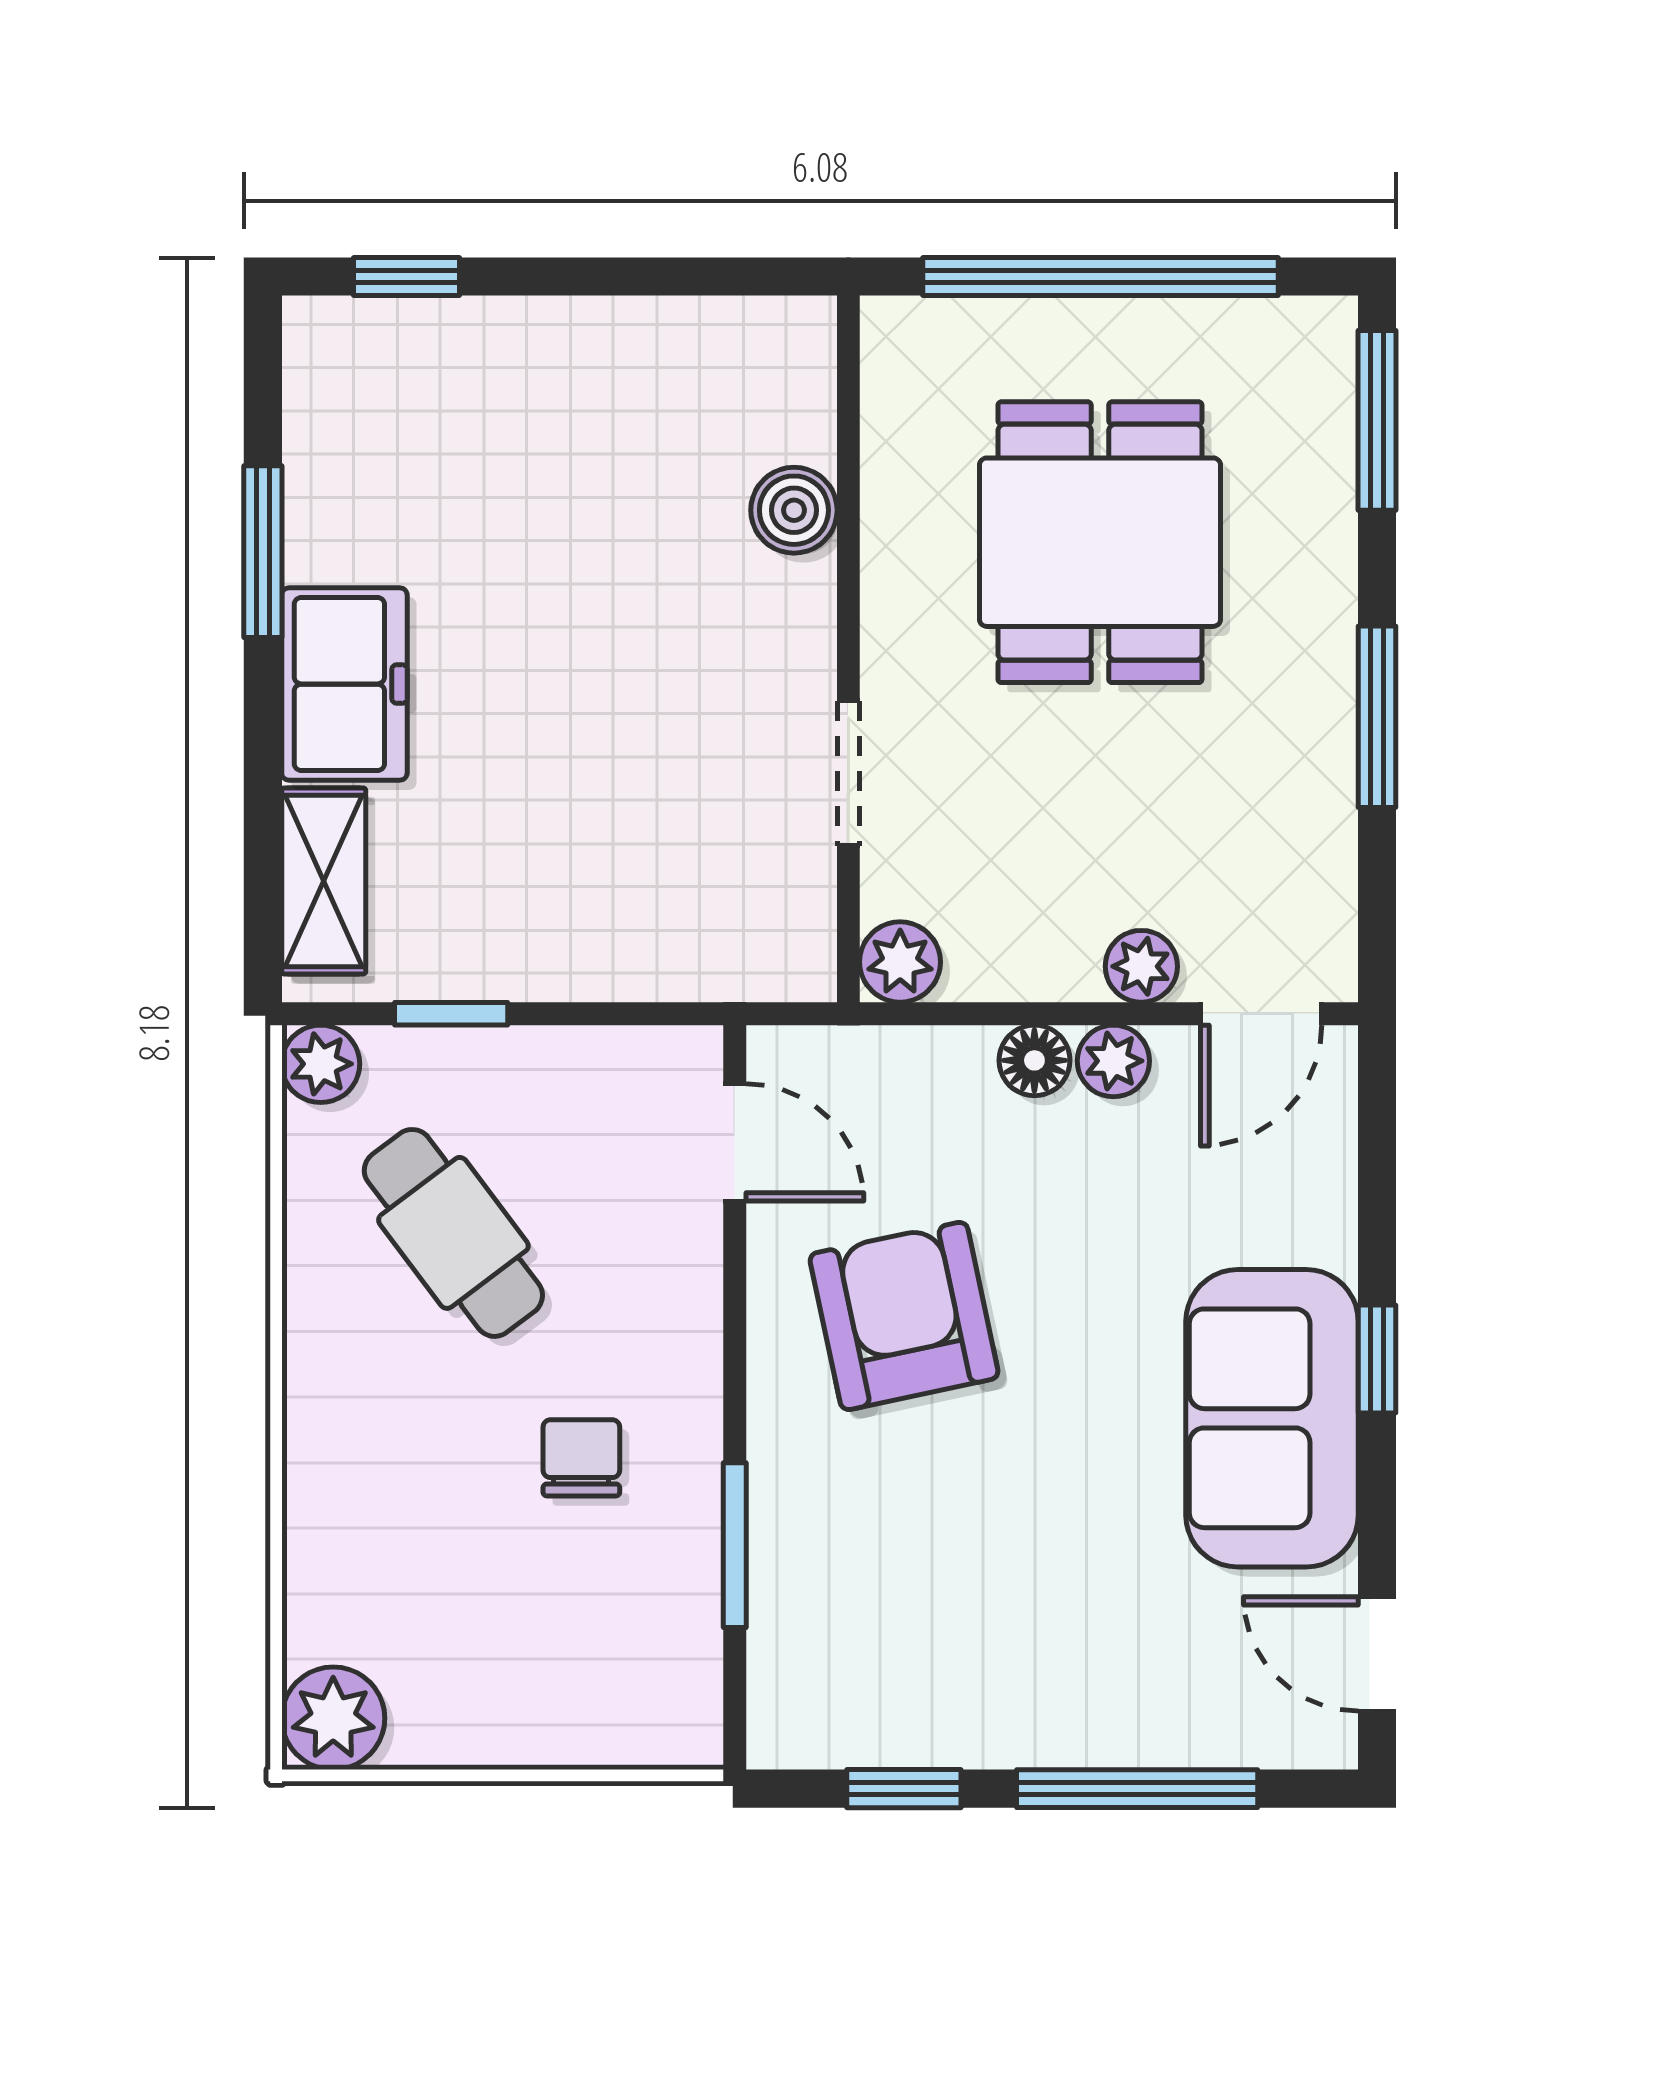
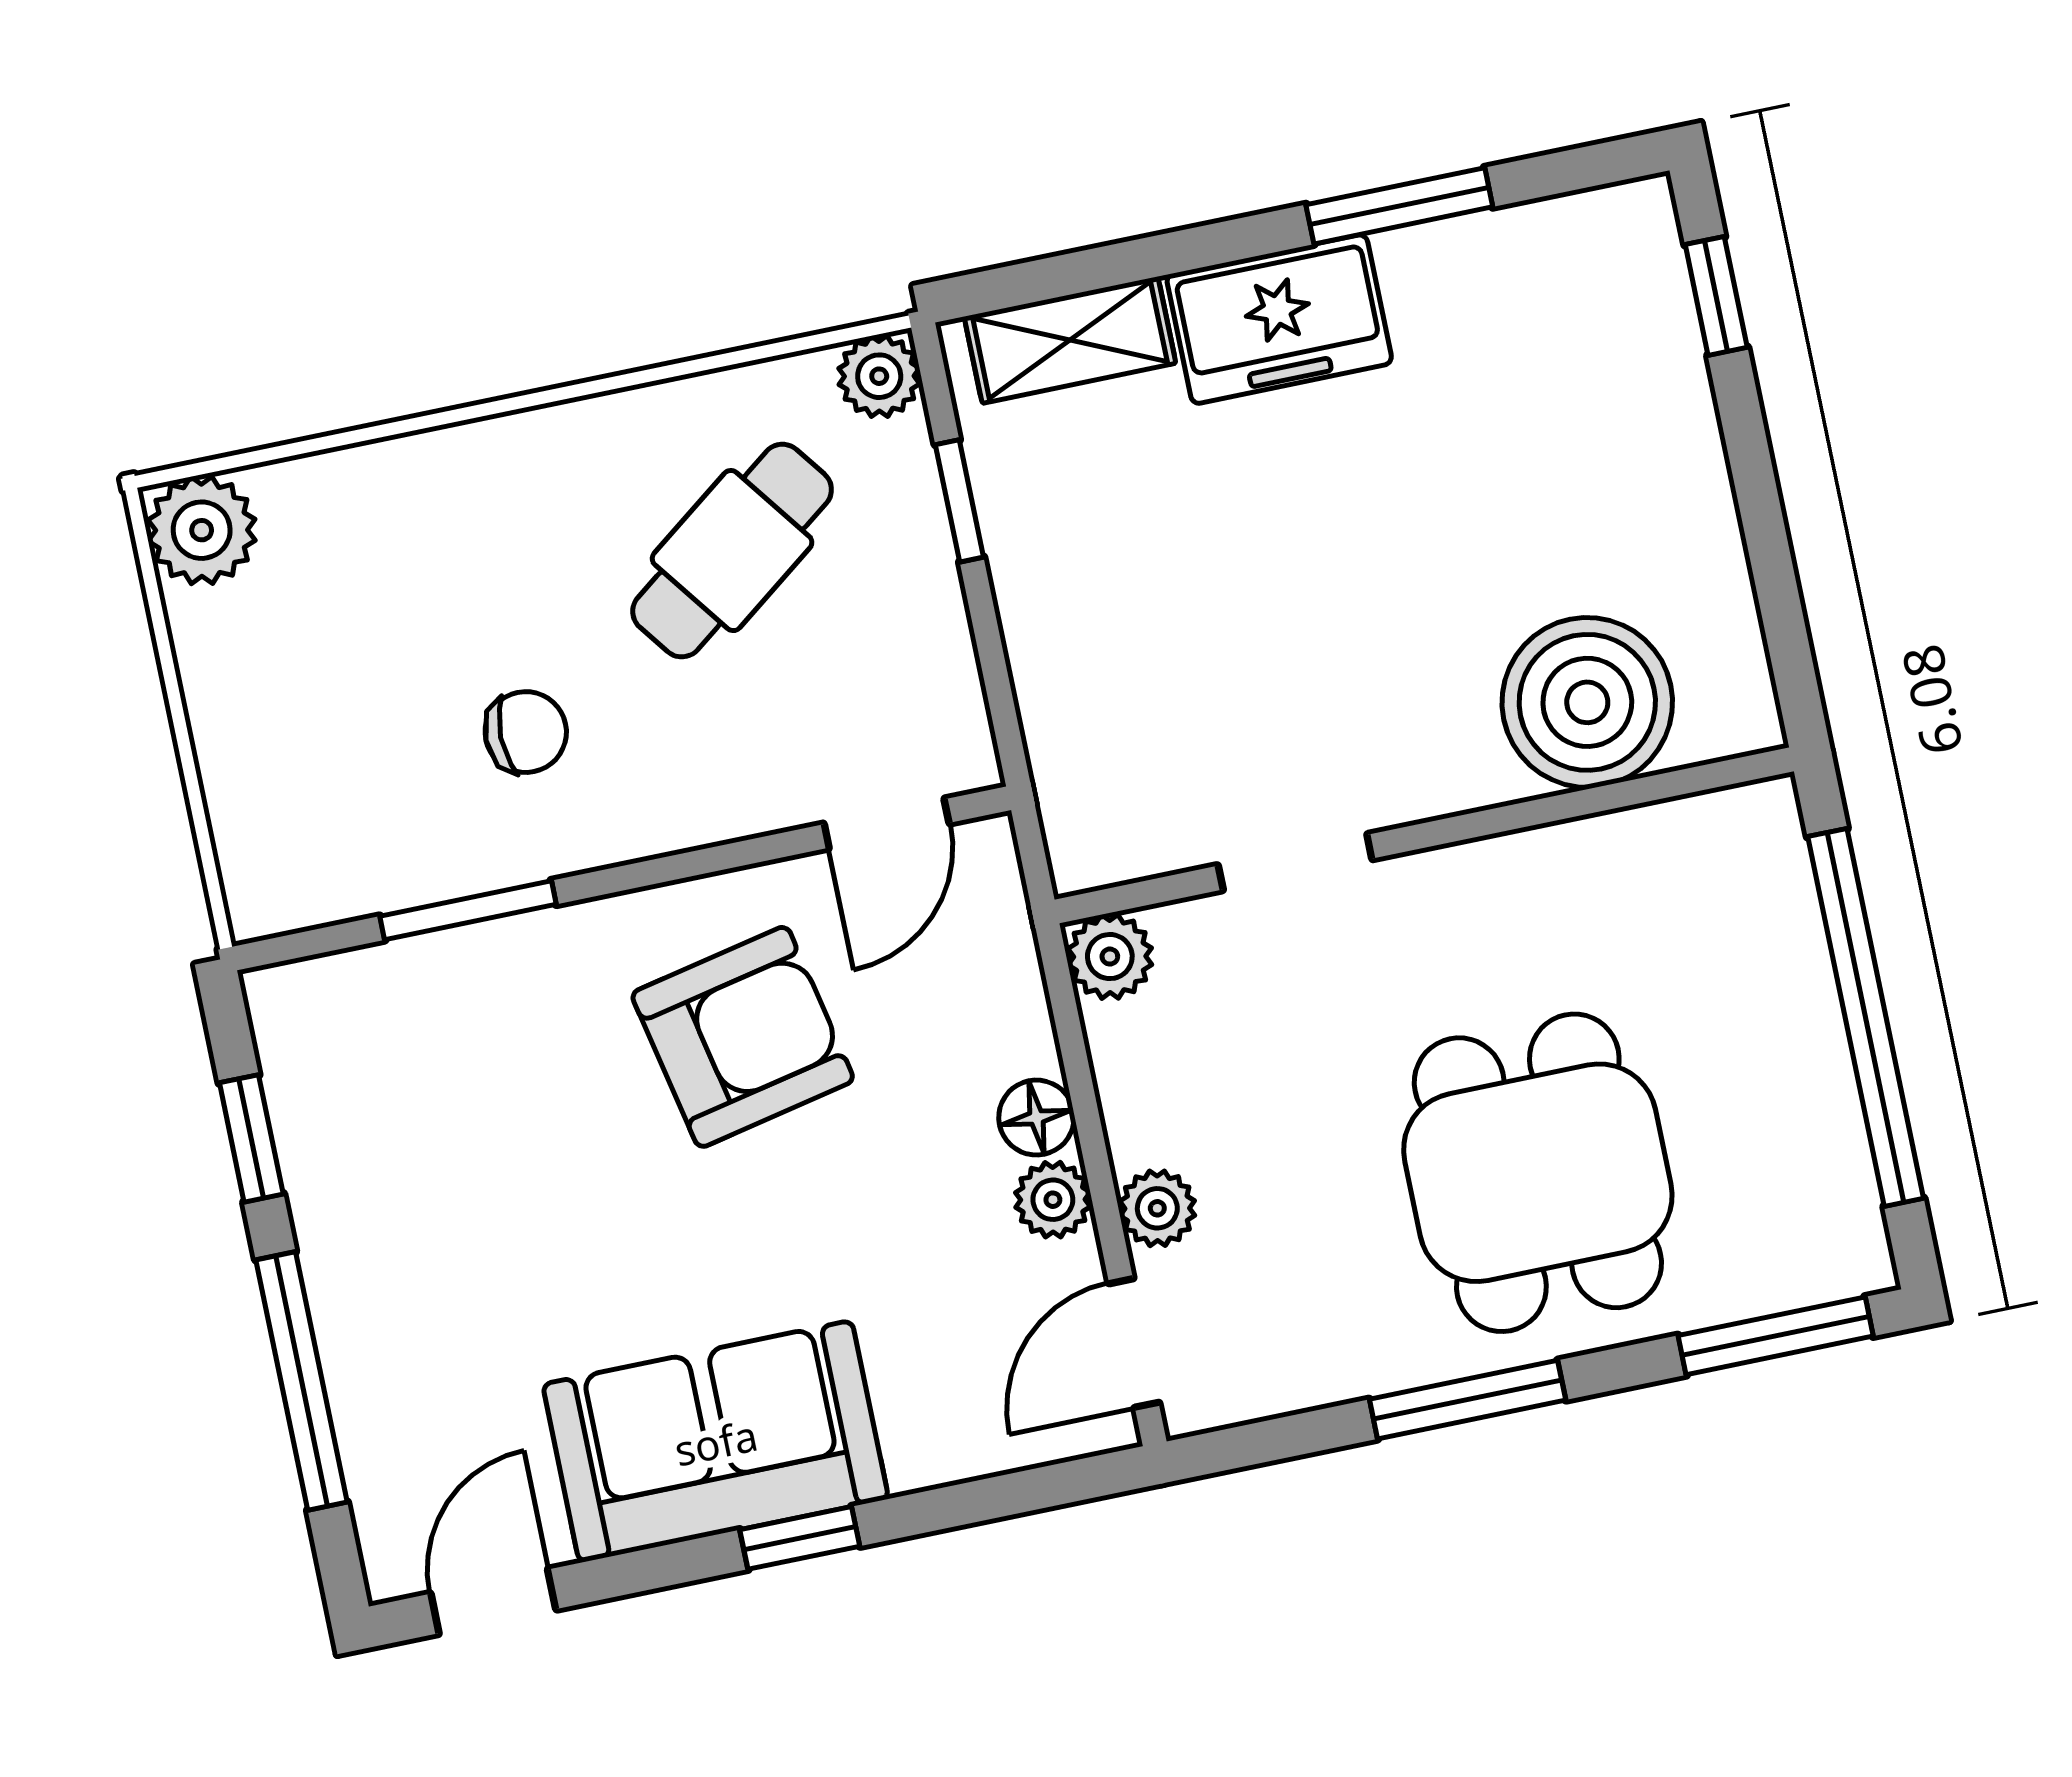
boiler: (794, 510) -> (1587, 702), width x1.86, depth x1.86
dining table: (1100, 542) -> (1538, 1173), moved, turned 90
door: (1261, 1014) -> (1134, 1343), hinge flipped

